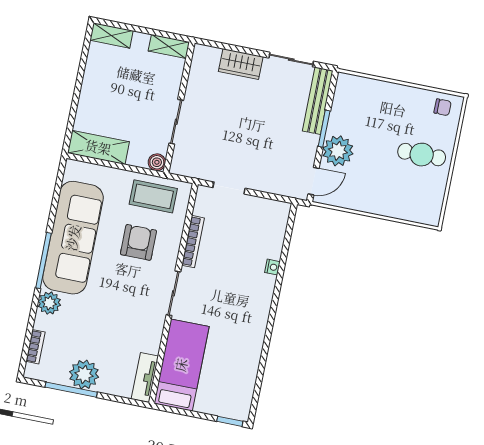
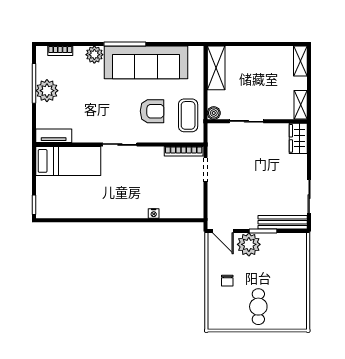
wardrobe: (241, 64) -> (298, 138), moved
chair: (443, 107) -> (227, 281), moved
bookcase: (193, 242) -> (184, 151), moved

